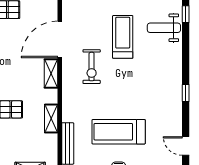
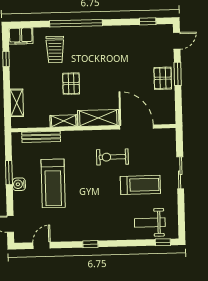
weight bench: (164, 28) -> (150, 223), turned -90
shelving: (51, 73) -> (98, 118), width x1.50, depth x1.33
treadmill: (119, 132) -> (53, 183), turned 180

